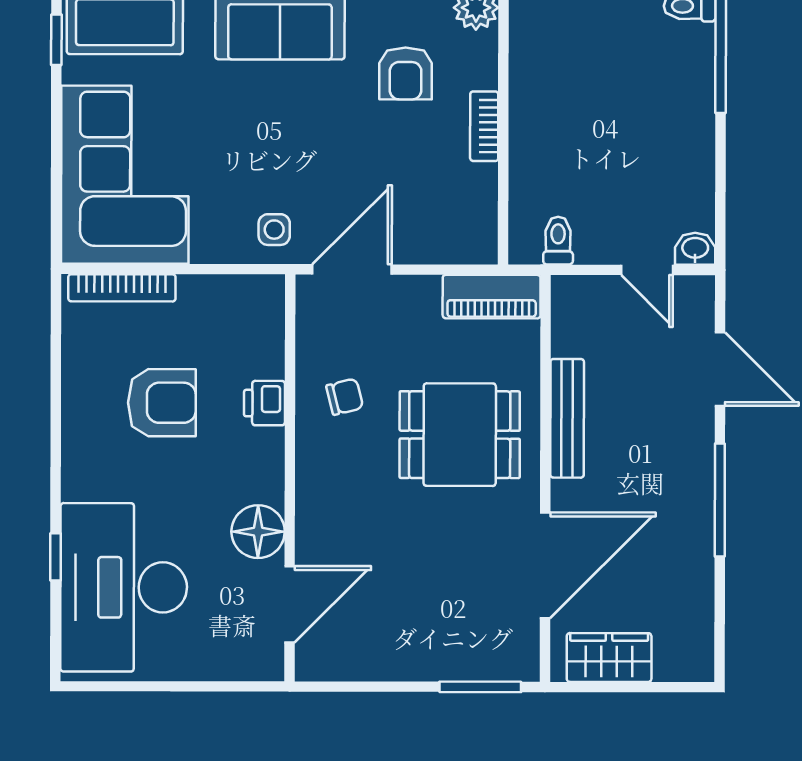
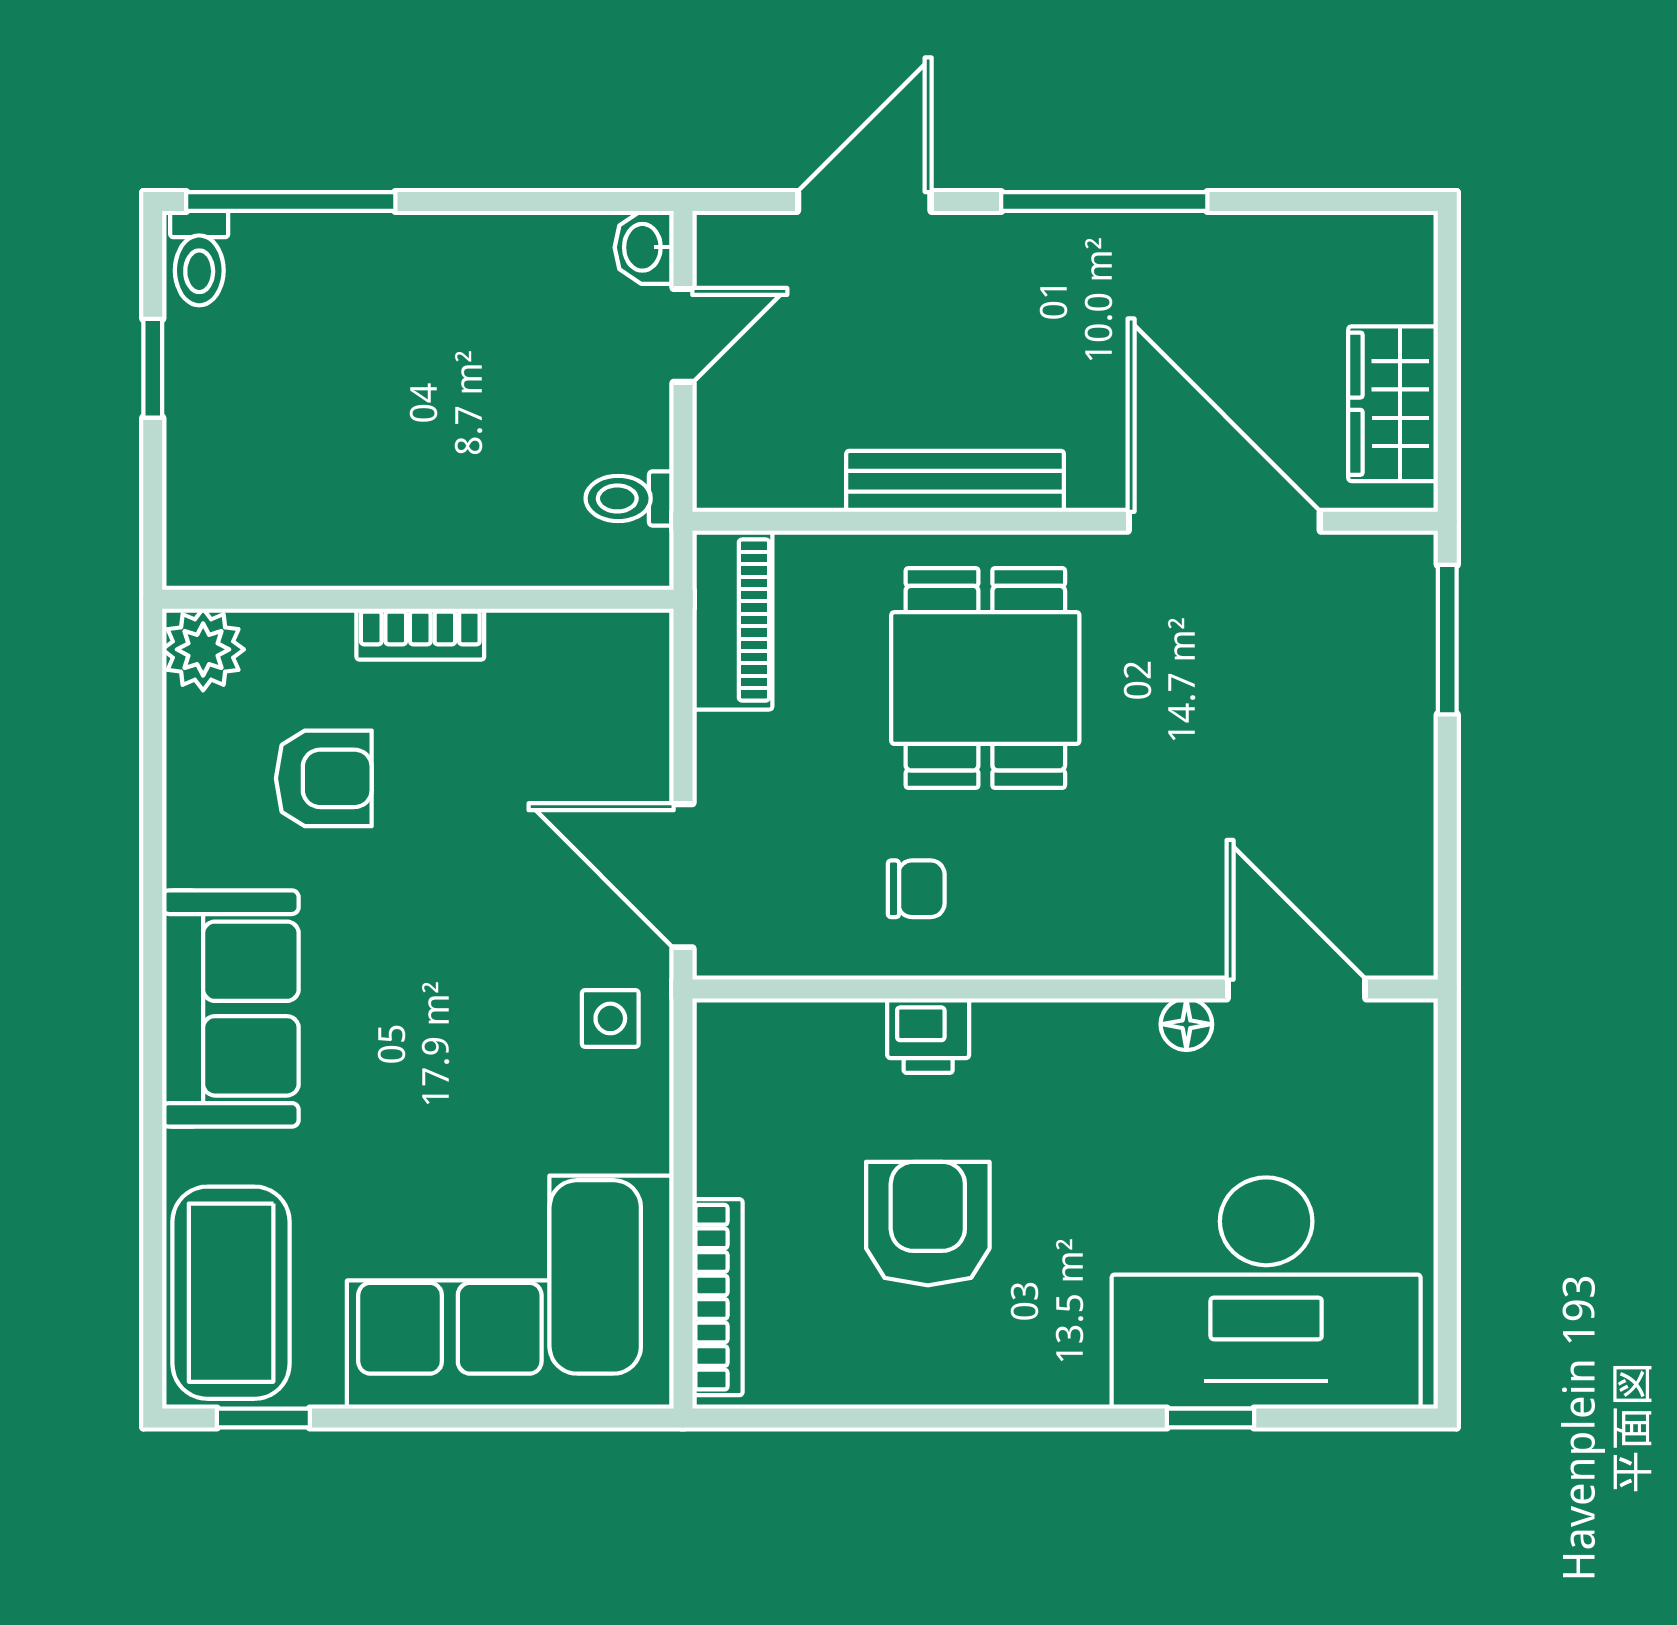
chair: (345, 397) -> (916, 889), turned 104
floor lamp: (258, 532) -> (1186, 1024), width x0.53, depth x0.53

